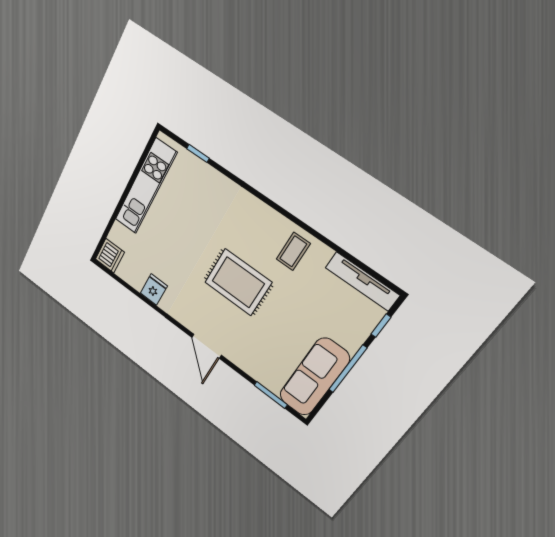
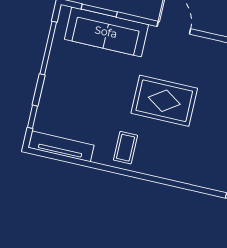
window: (348, 369) -> (48, 48), moved
sofa: (314, 377) -> (106, 32), moved, turned 90

